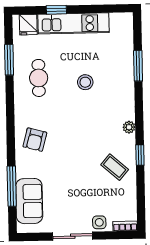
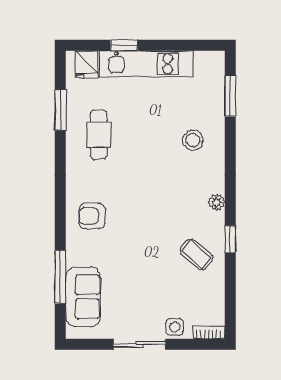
window: (138, 66) -> (230, 96), moved
stool: (85, 82) -> (193, 140), moved
armchair: (35, 140) -> (92, 216), turned 75

